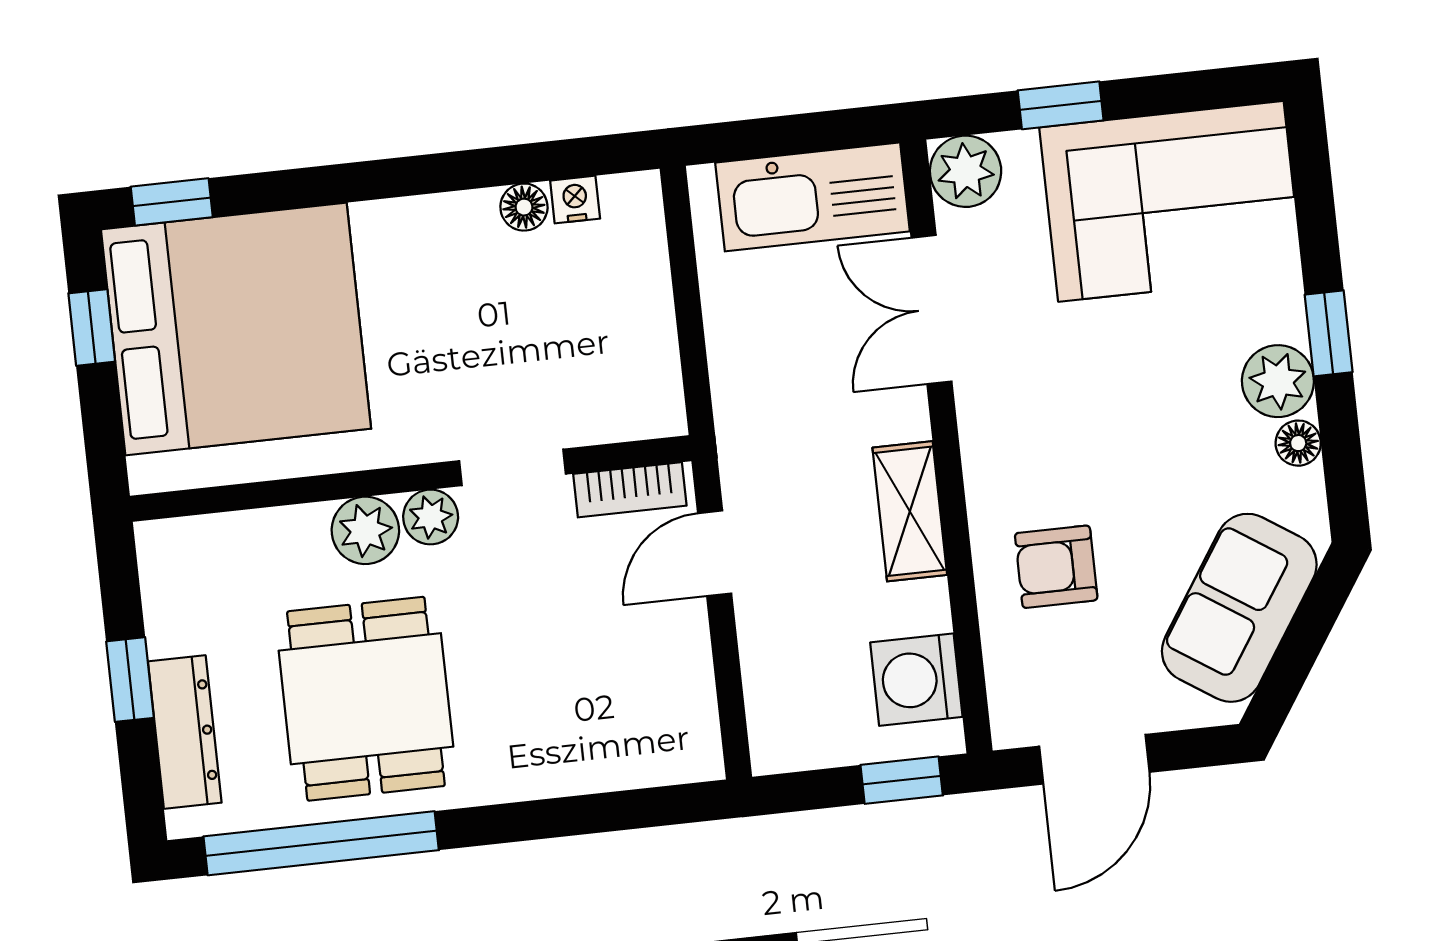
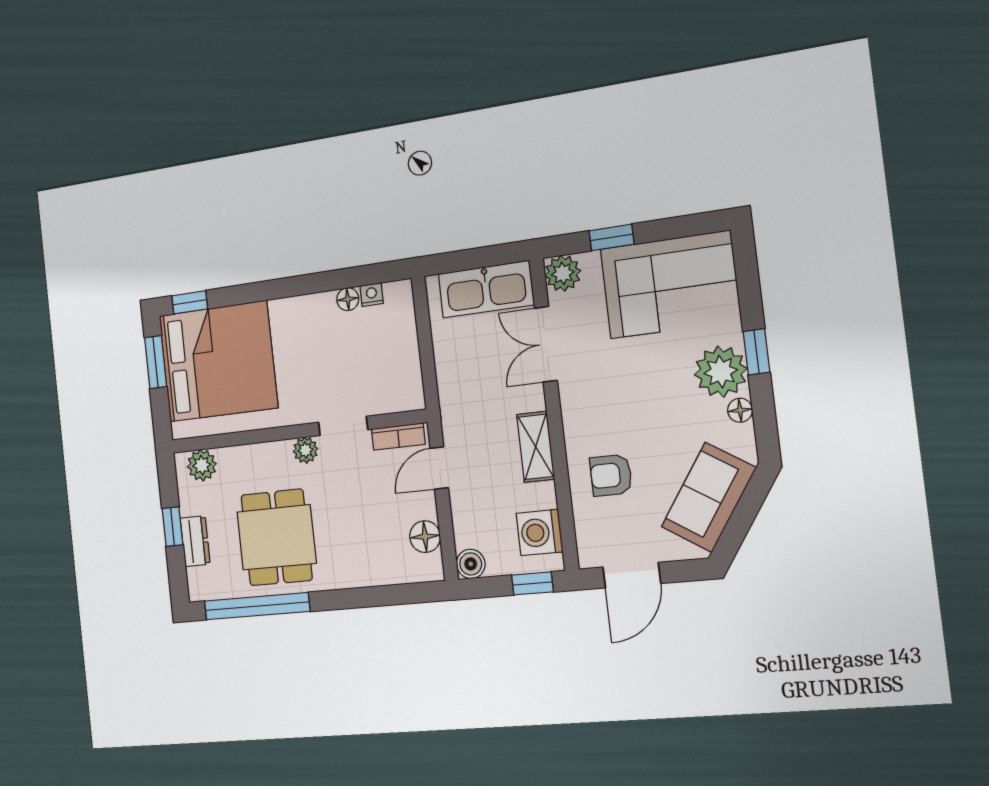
window: (92, 328) -> (156, 362), width x1.50
plant: (1278, 381) -> (721, 372), width x1.36, depth x1.36
plant: (365, 530) -> (202, 465), moved
floor lamp: (685, 692) -> (425, 537), added
dresser: (185, 732) -> (195, 541), width x0.70
boiler: (778, 745) -> (471, 564), added

